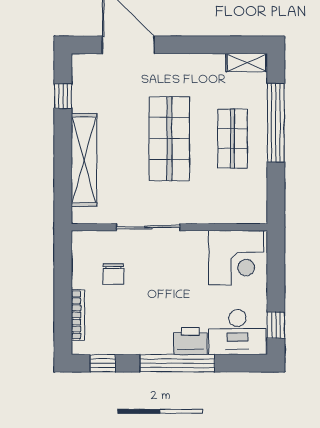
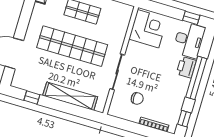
shop shelf: (169, 139) -> (72, 46), width x1.40

